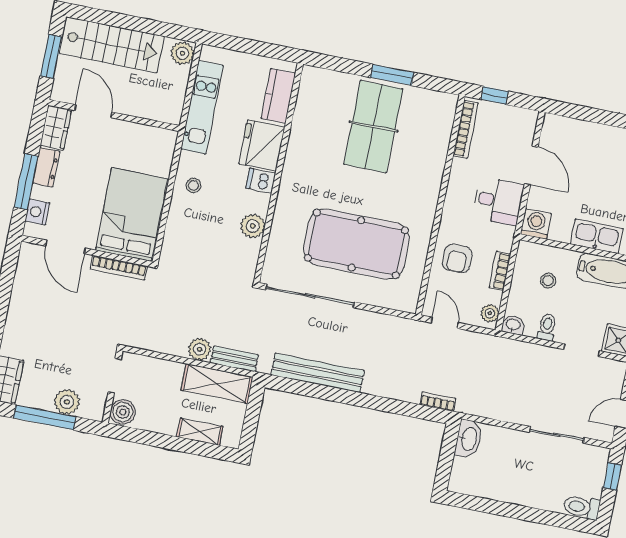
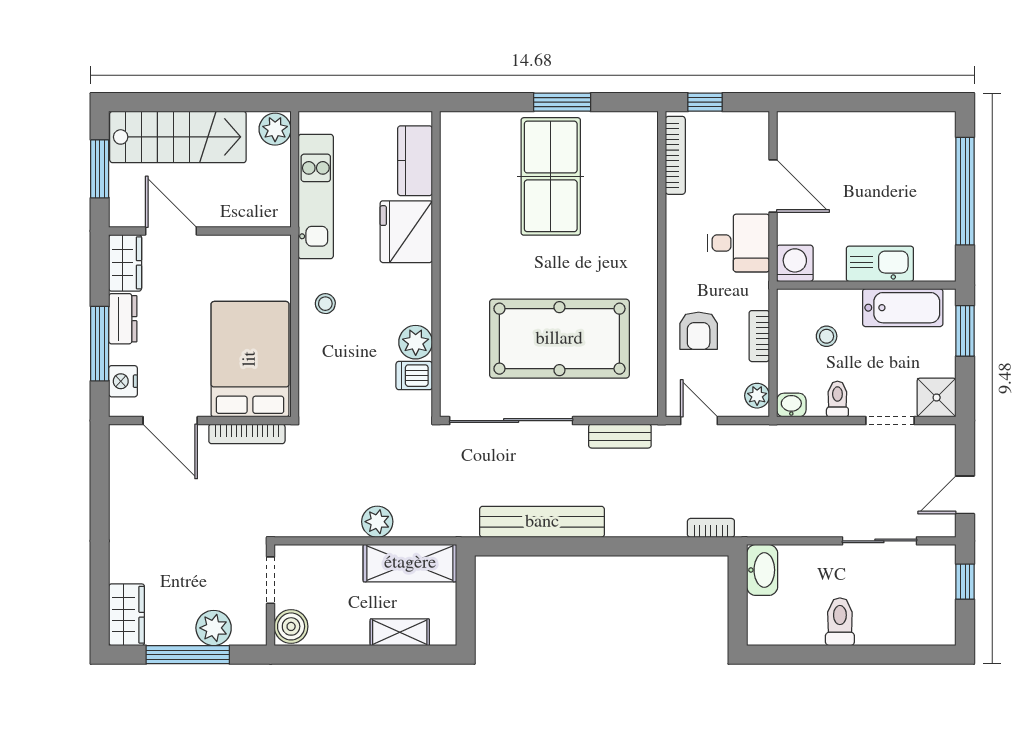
dishwasher: (261, 181) -> (414, 376), moved
bench: (234, 359) -> (620, 436), moved
toilet: (582, 507) -> (840, 622), moved, turned 90

